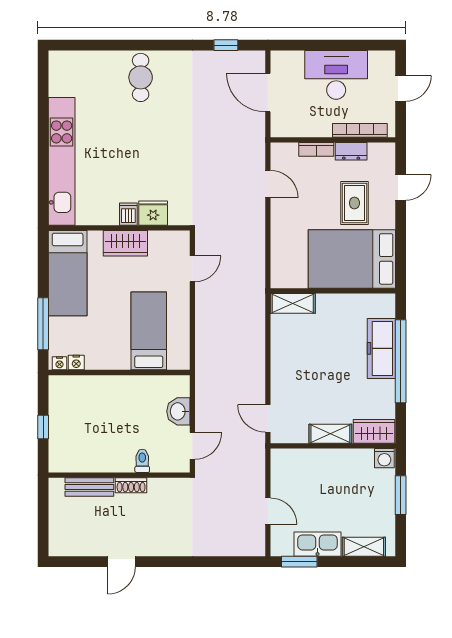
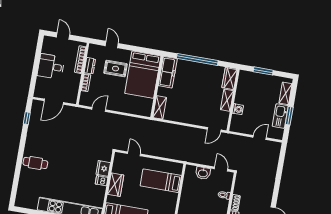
desk: (336, 75) -> (51, 67), width x0.73
freezer: (381, 348) -> (168, 72), moved, turned -90
washing machine: (384, 458) -> (238, 109), moved
window: (299, 562) -> (289, 116), moved

